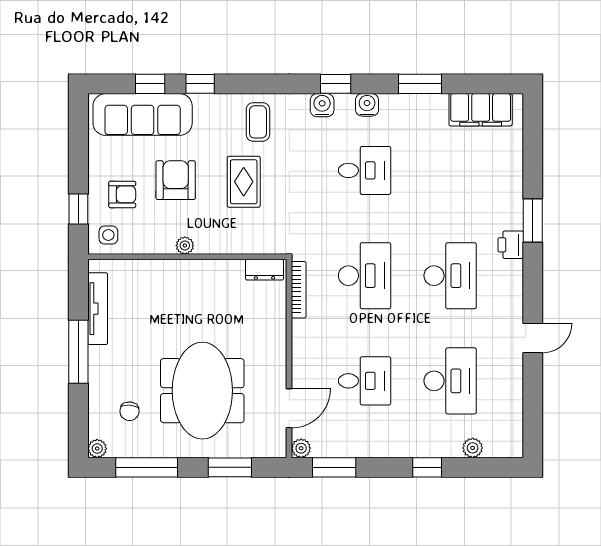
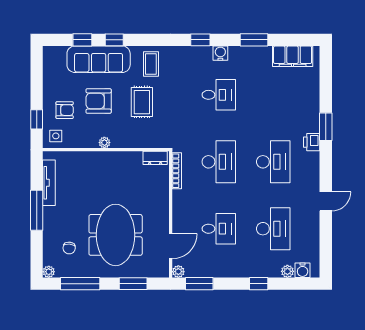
water cooler: (322, 105) -> (303, 270), moved, turned 180
sofa: (143, 114) -> (99, 59), moved
armchair: (176, 180) -> (99, 101), turned -90

